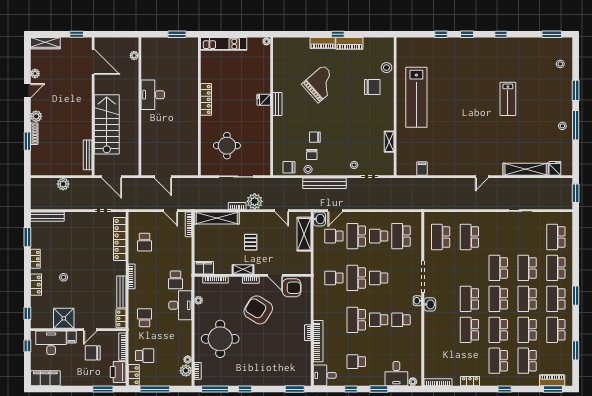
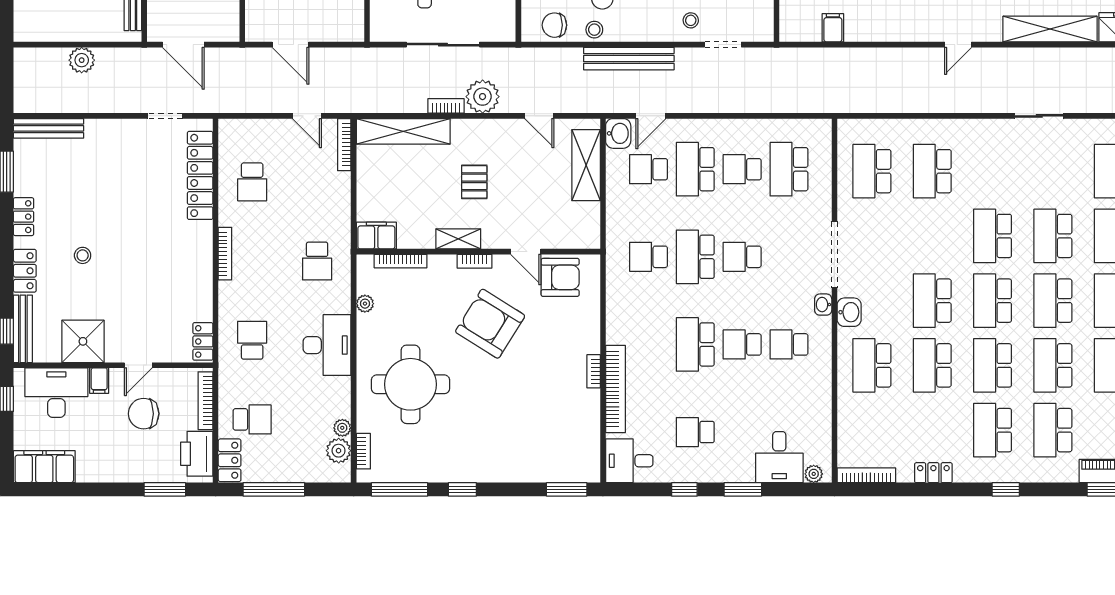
bench: (121, 292) -> (23, 329), moved
desk: (180, 305) -> (327, 345), moved
school desk: (441, 330) -> (872, 365), added

